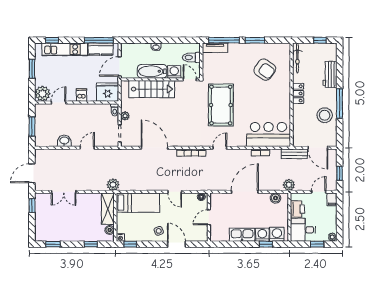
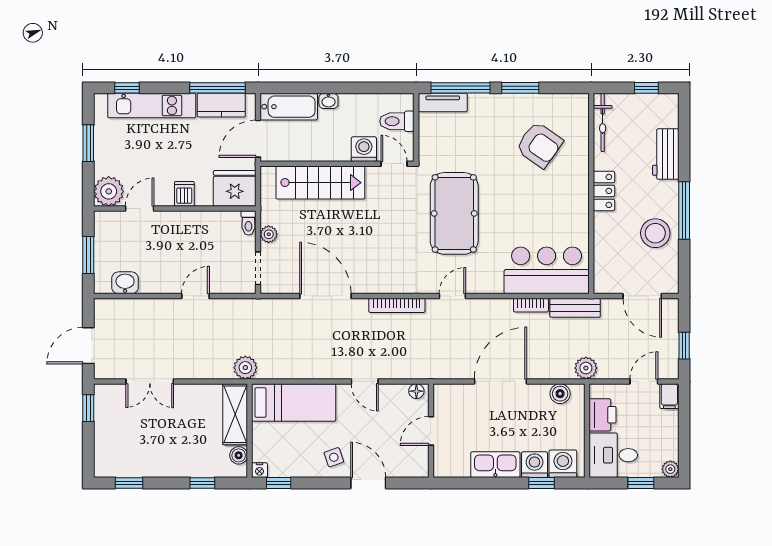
bathtub: (152, 71) -> (289, 107), moved, turned 180
washbasin: (64, 141) -> (125, 283), moved
bench: (294, 154) -> (575, 308), moved

